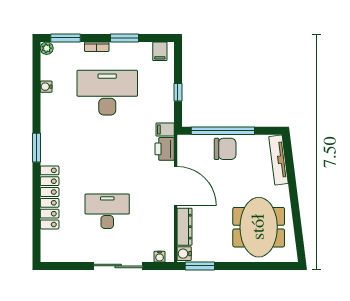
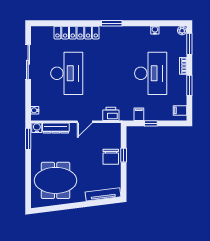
filing cabinet: (165, 130) -> (139, 114), moved
window: (223, 131) -> (124, 155), width x0.32
door: (176, 186) -> (85, 122), width x0.53
desk: (107, 211) -> (67, 73), width x1.36, depth x1.30
sliding door: (118, 266) -> (28, 62), moved

